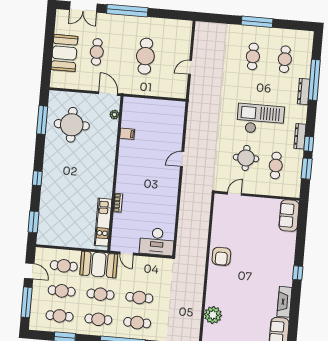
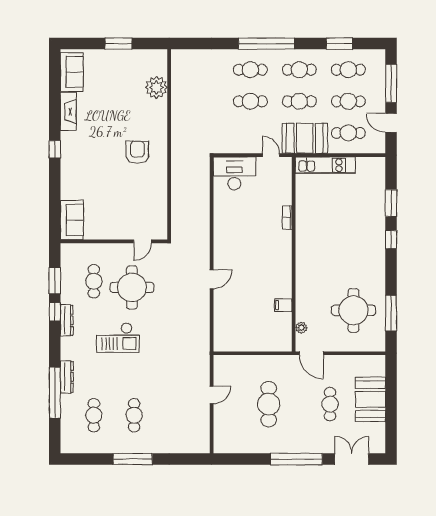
checkout: (260, 119) -> (118, 337), width x0.73, depth x0.83
round table: (246, 158) -> (132, 287), width x1.36, depth x1.36
window: (33, 222) -> (391, 203), moved
kitchen unit: (103, 222) -> (325, 165), moved, turned 90
armchair: (221, 256) -> (137, 152), moved

